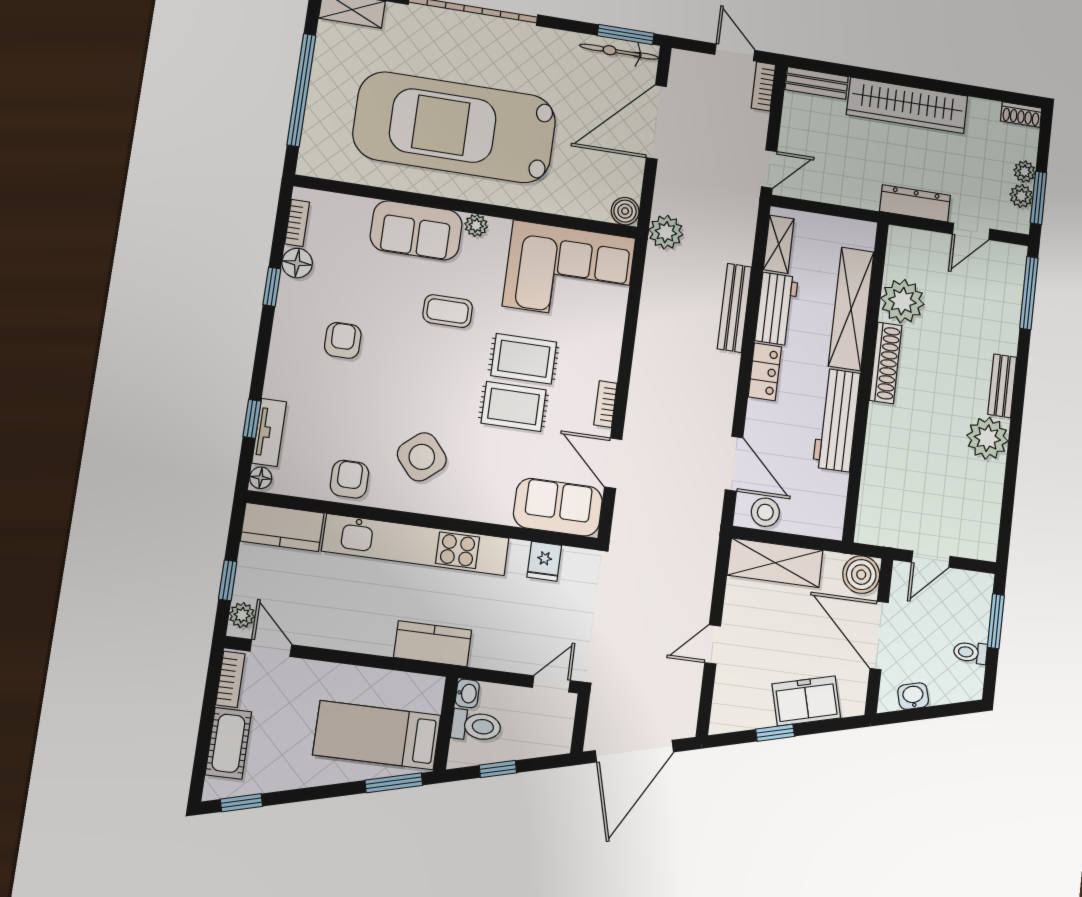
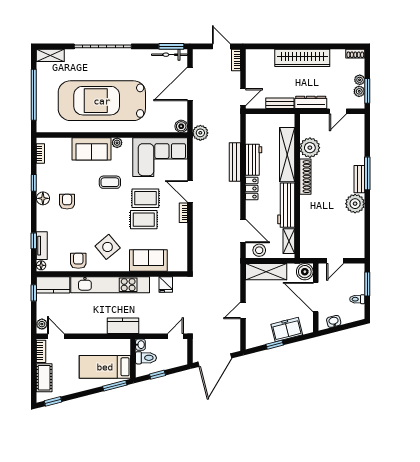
bench: (817, 83) -> (280, 103), moved
shelving: (779, 244) -> (289, 241), moved
floor lamp: (297, 263) -> (43, 198), moved
window: (1029, 293) -> (367, 173), moved
door: (613, 463) -> (190, 191), moved
sofa: (558, 507) -> (148, 260), moved
window: (228, 580) -> (34, 293), moved

